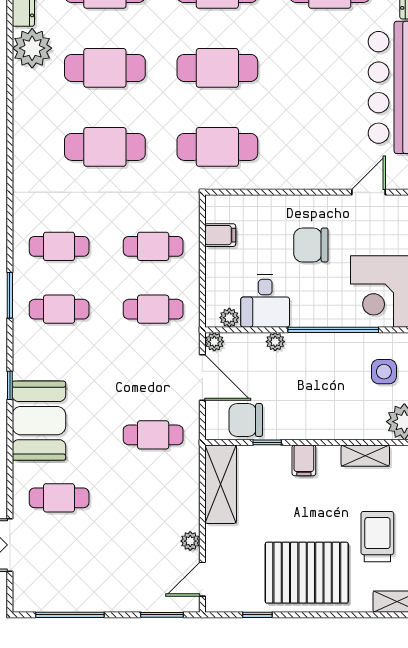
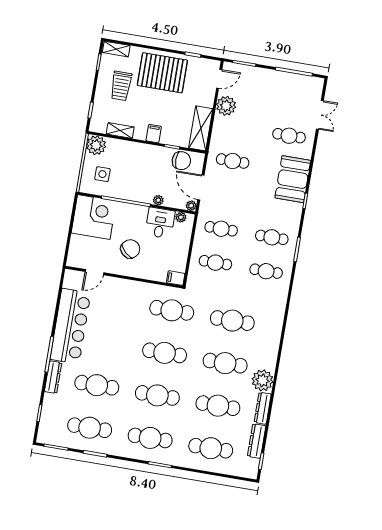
filing cabinet: (220, 235) -> (176, 278), moved
chair: (311, 245) -> (130, 249), turned -47
plant: (190, 541) -> (226, 106), width x1.87, depth x1.87

